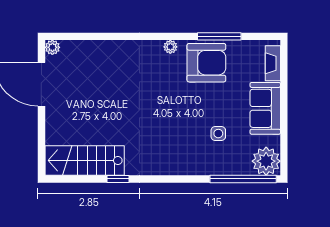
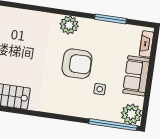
plant: (170, 47) -> (69, 25), width x1.88, depth x1.88
armchair: (206, 63) -> (77, 64), moved
window: (118, 179) -> (22, 112), removed

